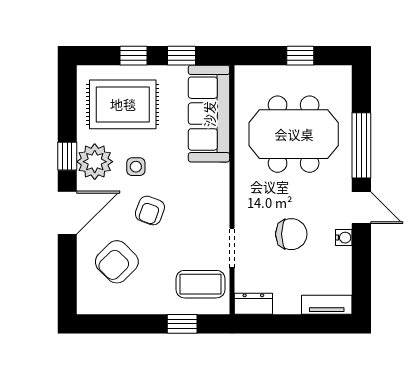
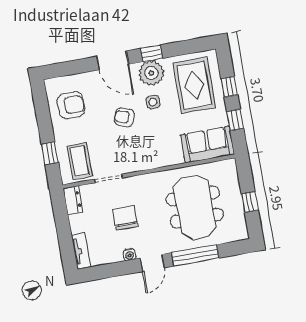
sofa: (209, 114) -> (207, 144), width x0.73
chair: (291, 234) -> (125, 218), turned 180
armchair: (117, 262) -> (71, 105), moved, turned 135

